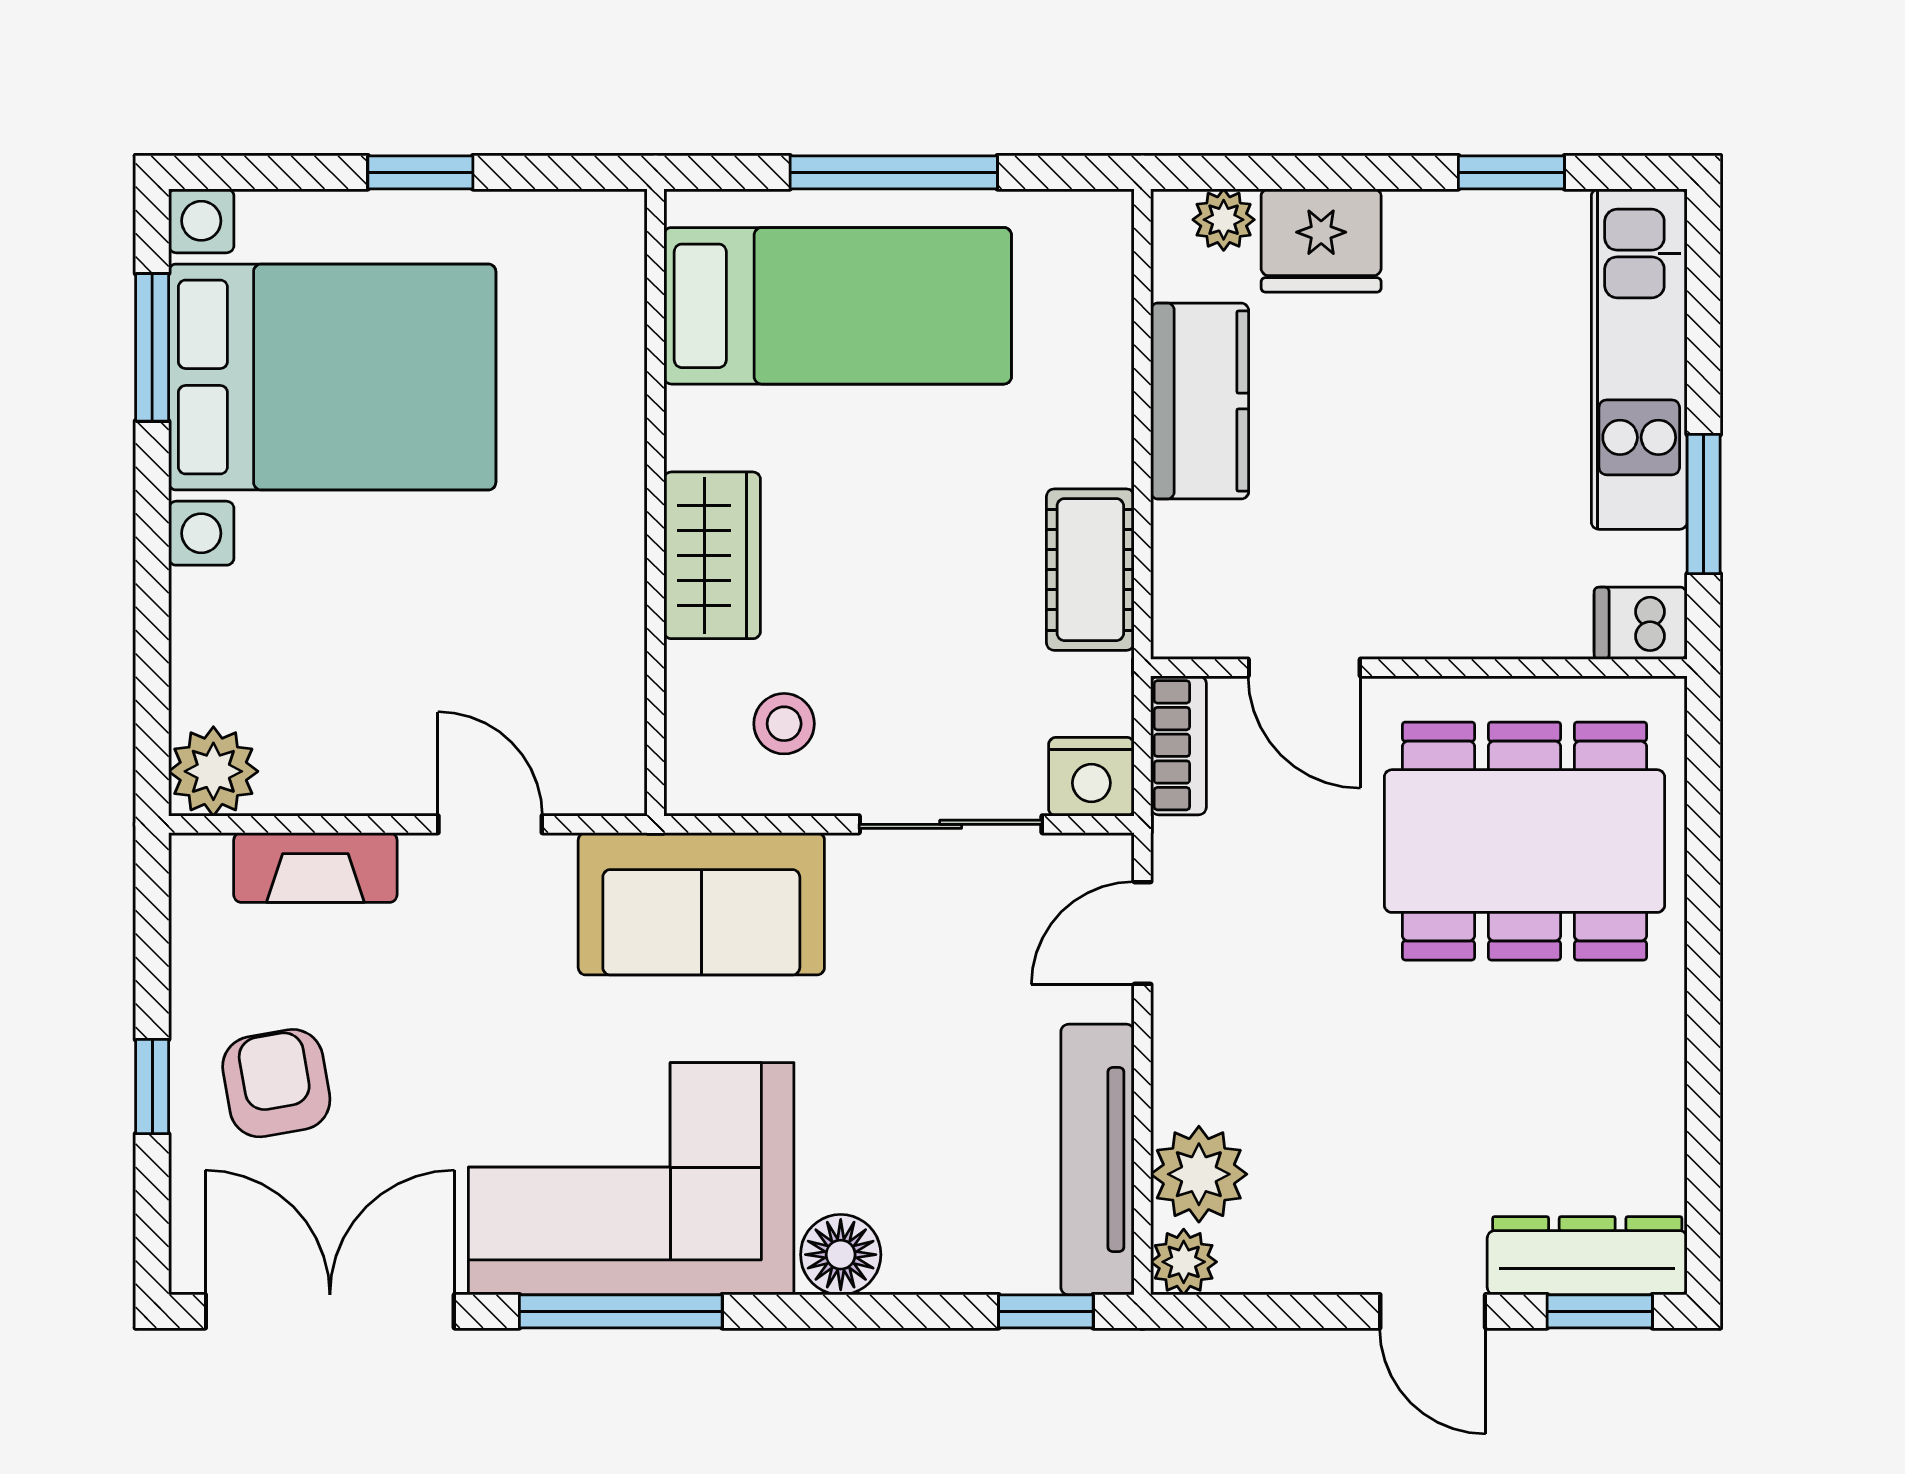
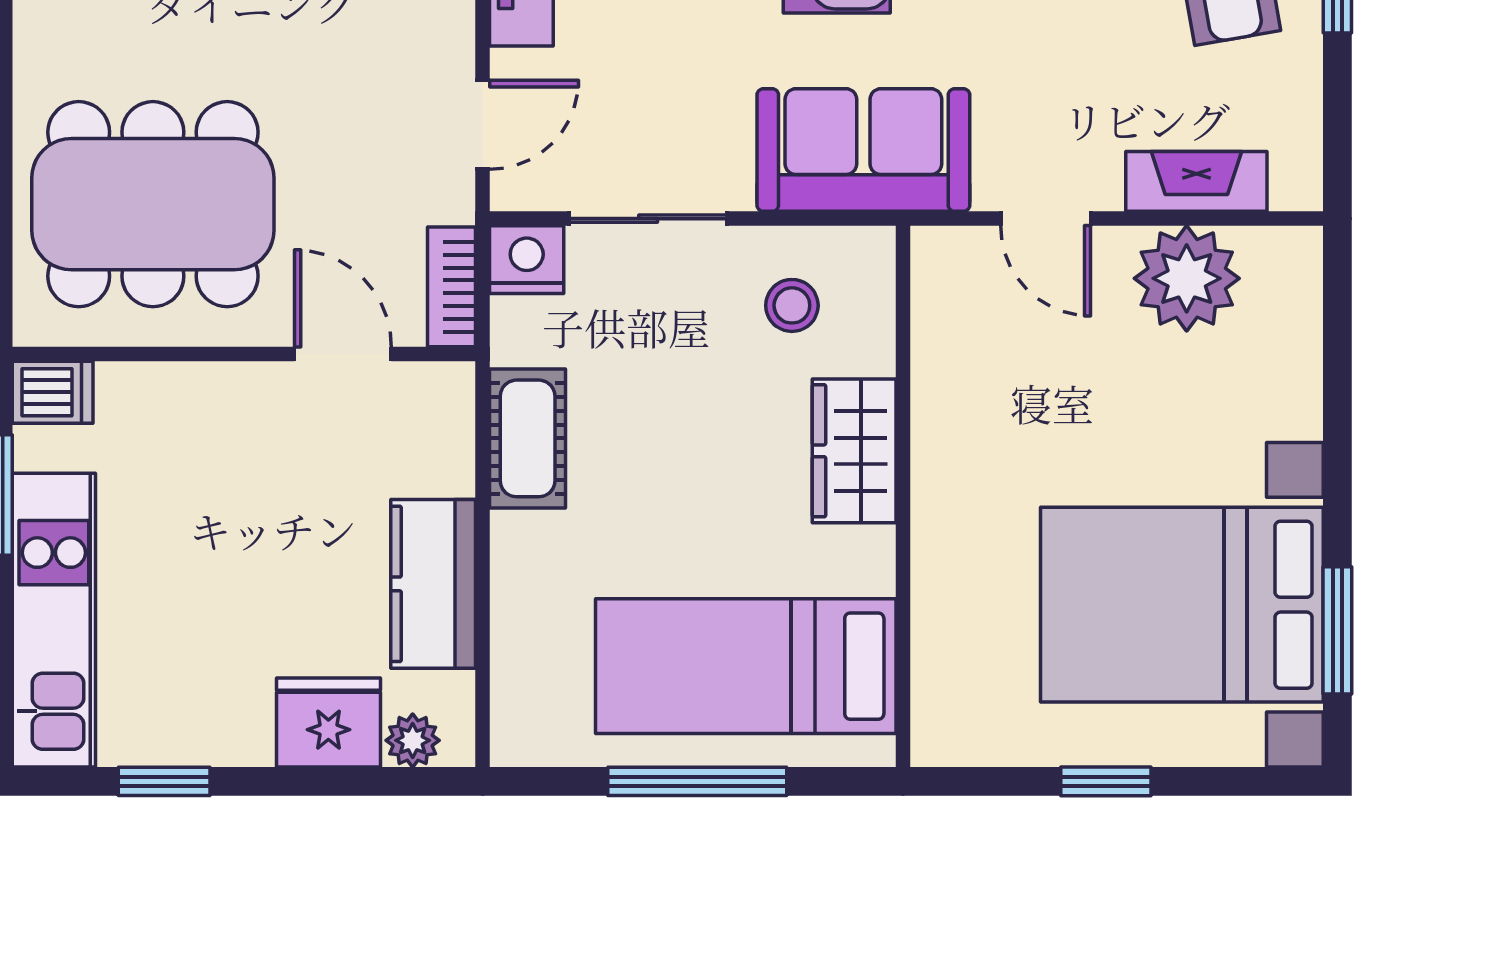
plant: (213, 771) -> (1187, 278), moved, width x1.36, depth x1.36

